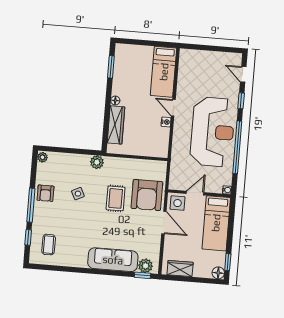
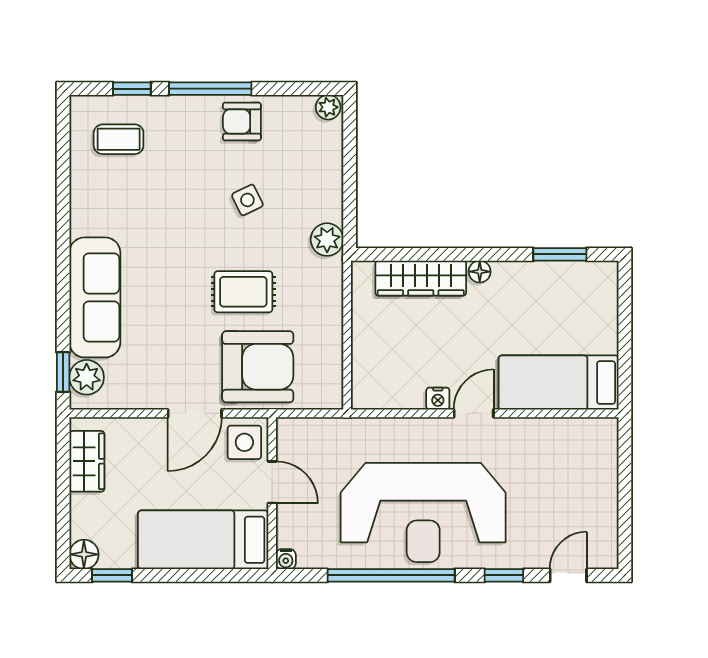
armchair: (147, 195) -> (258, 367), turned 180

